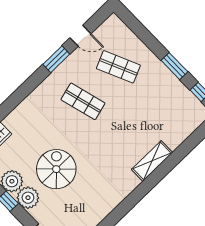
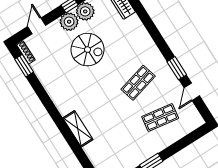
shop shelf: (118, 67) -> (160, 117), turned 33

